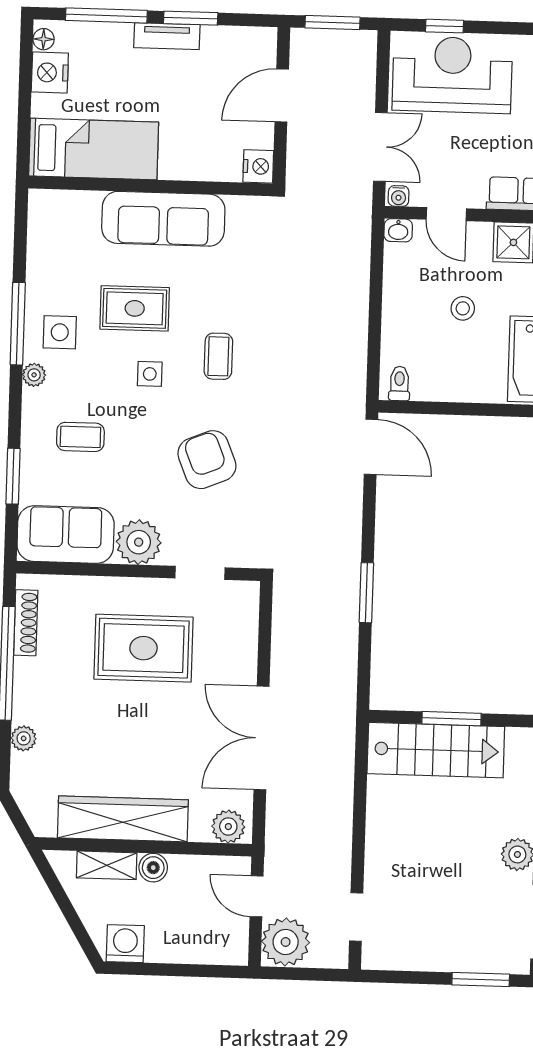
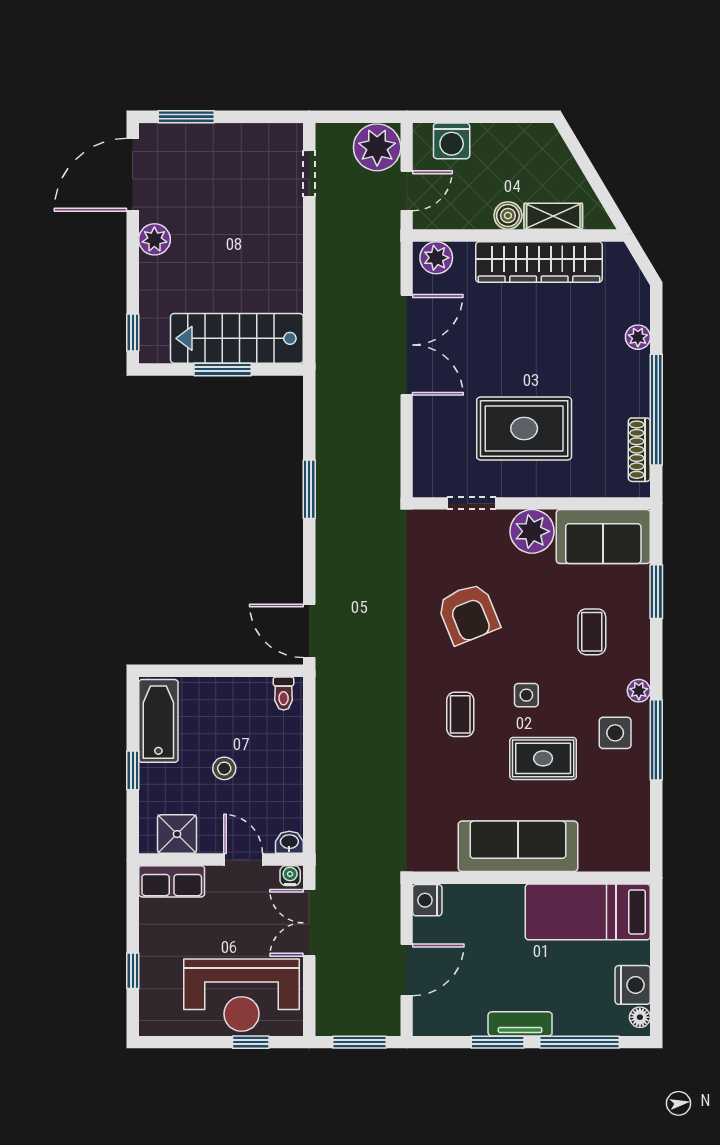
coffee table: (80, 437) -> (592, 632), turned 90
door: (257, 896) -> (407, 191), hinge flipped
washing machine: (125, 944) -> (452, 141), moved

